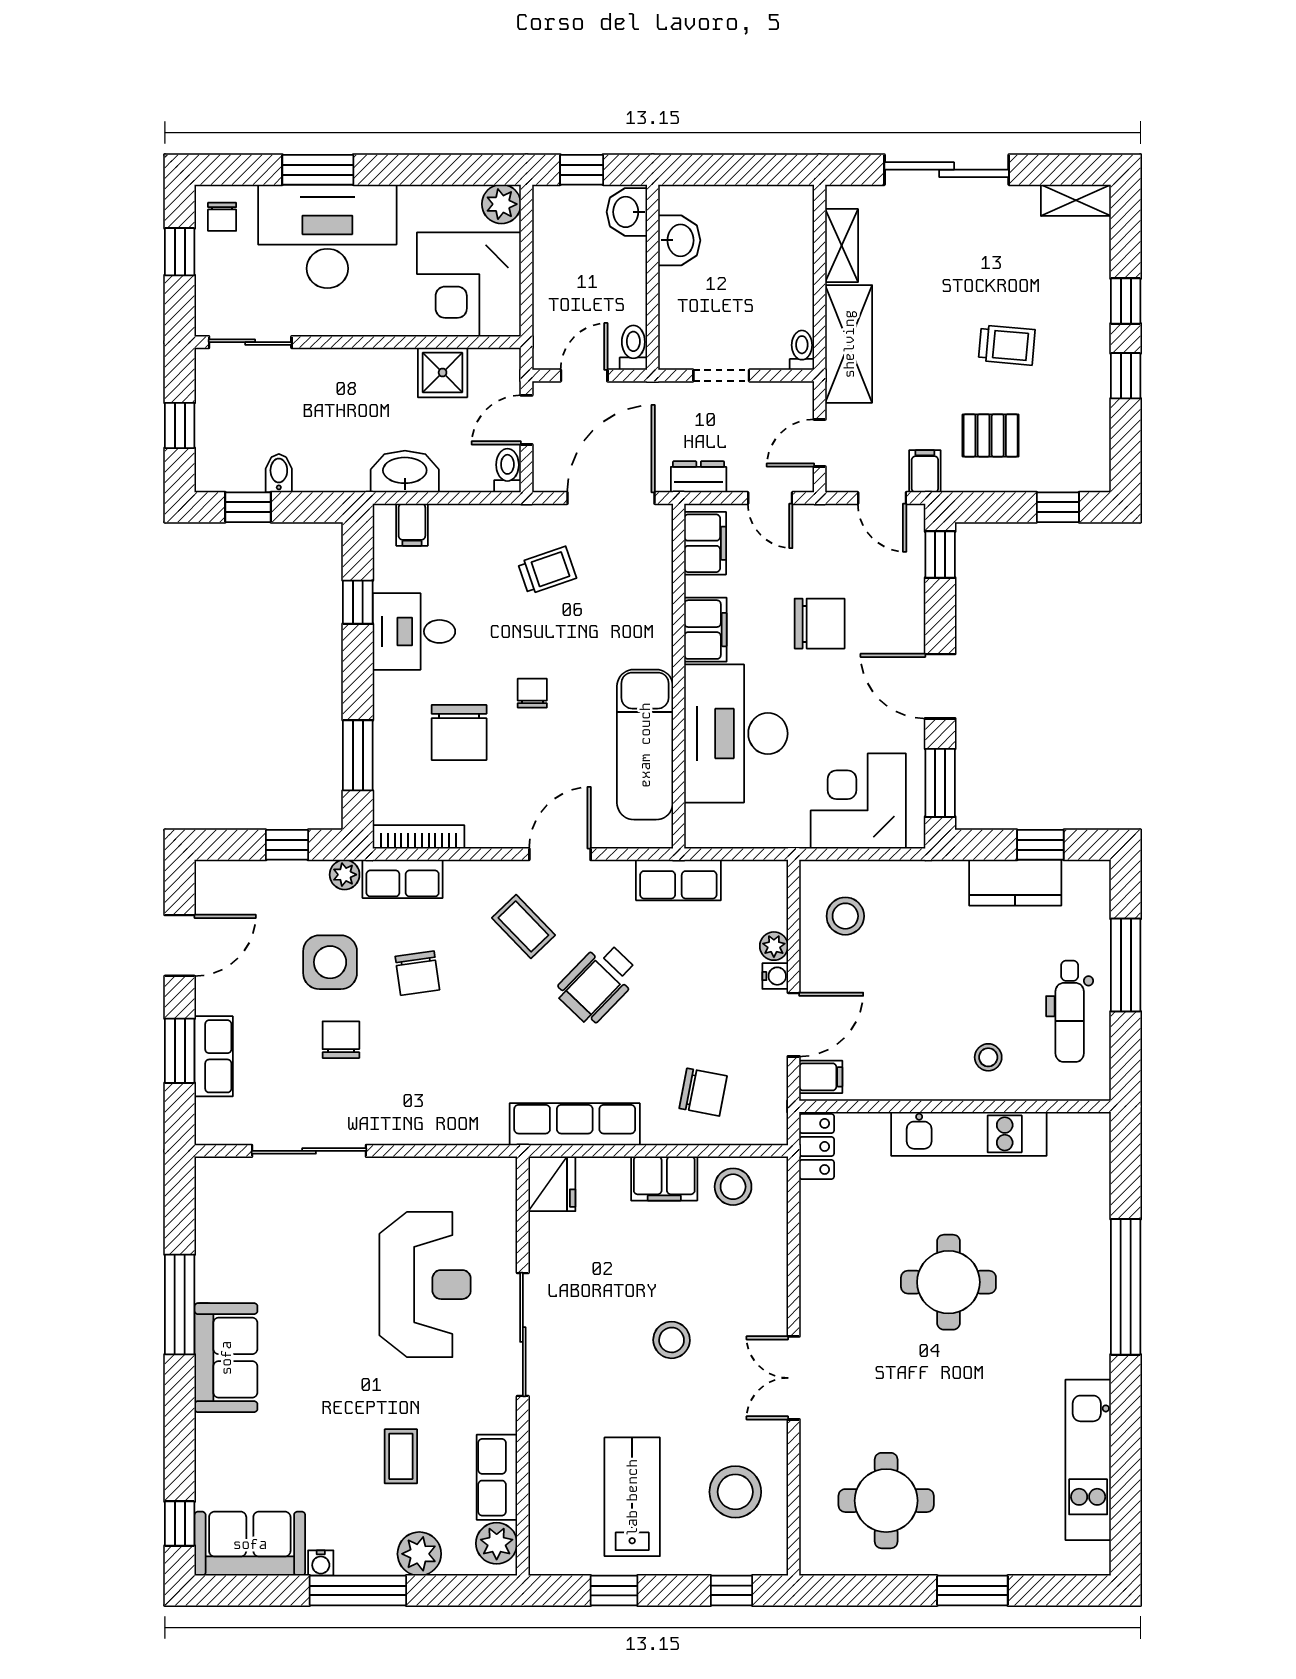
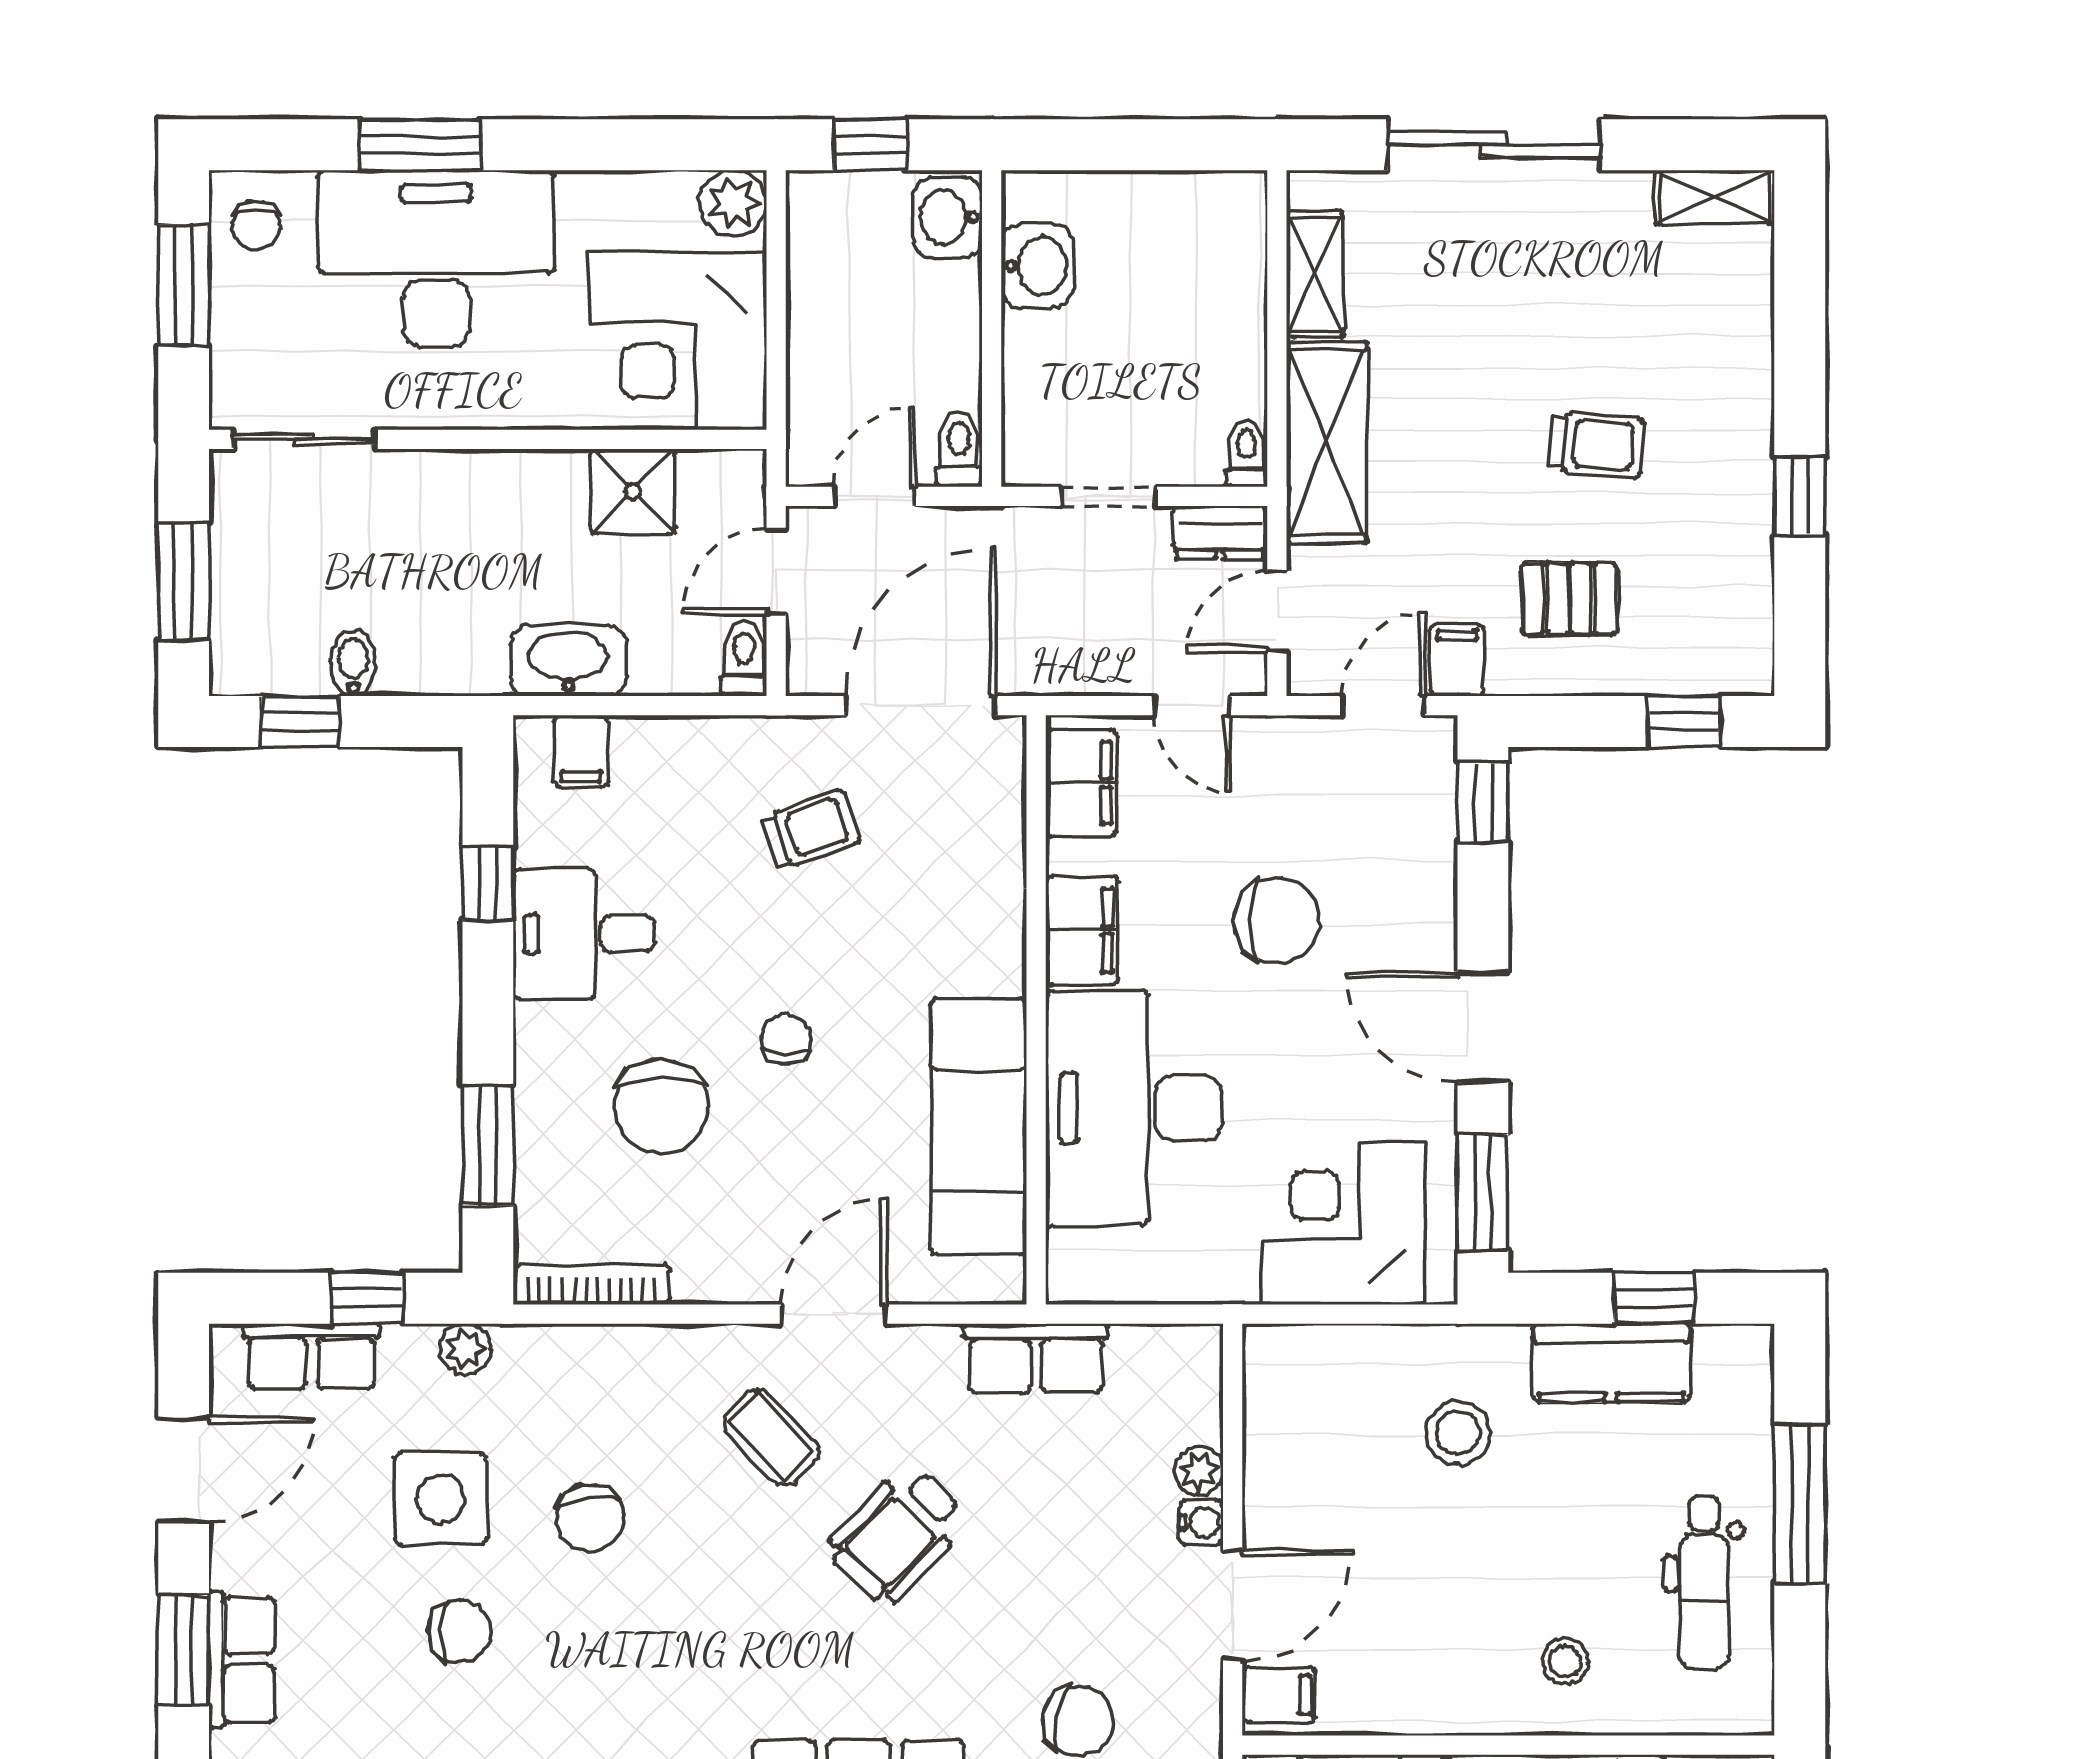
window: (180, 252) -> (184, 285), width x1.50
window: (1126, 301) -> (1800, 369), removed
window: (180, 425) -> (184, 582), width x1.50
dresser: (699, 477) -> (1220, 533), moved, turned 180
door: (882, 498) -> (1384, 706), swing flipped
row of seats: (403, 879) -> (312, 1356), moved
stool: (845, 916) -> (1458, 1433), moved
chair: (341, 1040) -> (459, 1631), turned 91

